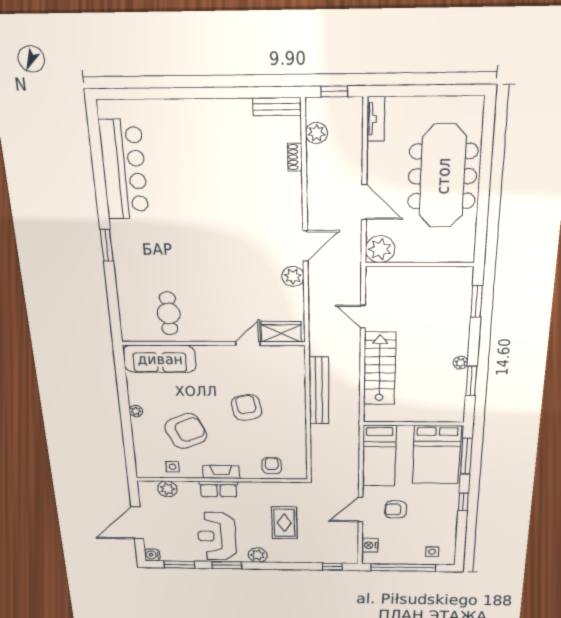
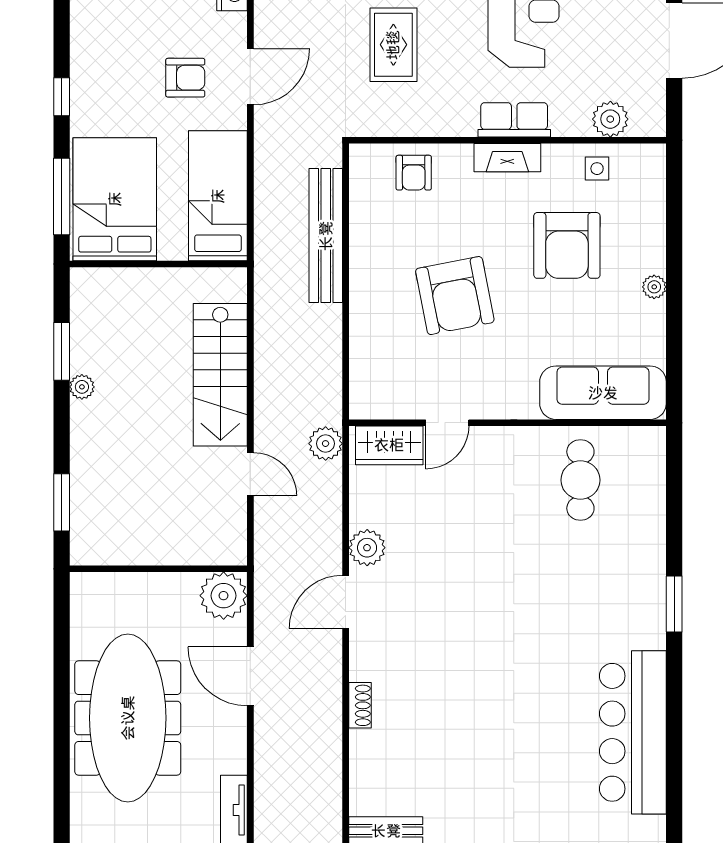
plant: (316, 133) -> (326, 444), moved
shoe rack: (295, 157) -> (360, 705), moved
bench: (319, 391) -> (326, 236), moved
armchair: (247, 407) -> (455, 296), width x1.36, depth x1.36
armchair: (186, 431) -> (567, 245), turned -66

